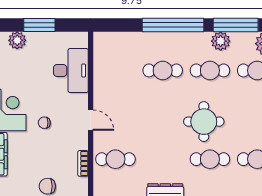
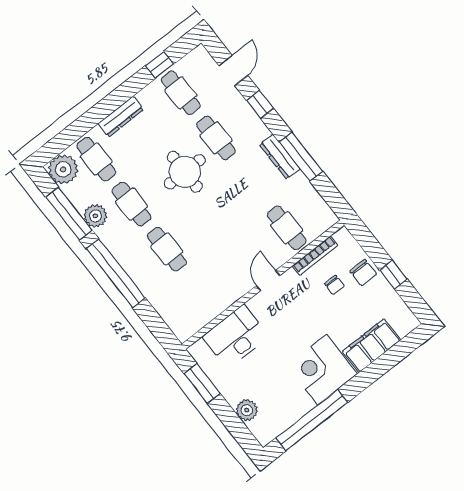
window: (39, 25) -> (202, 383), moved
chair: (44, 123) -> (334, 285), moved
bookcase: (83, 163) -> (315, 256), width x1.56

